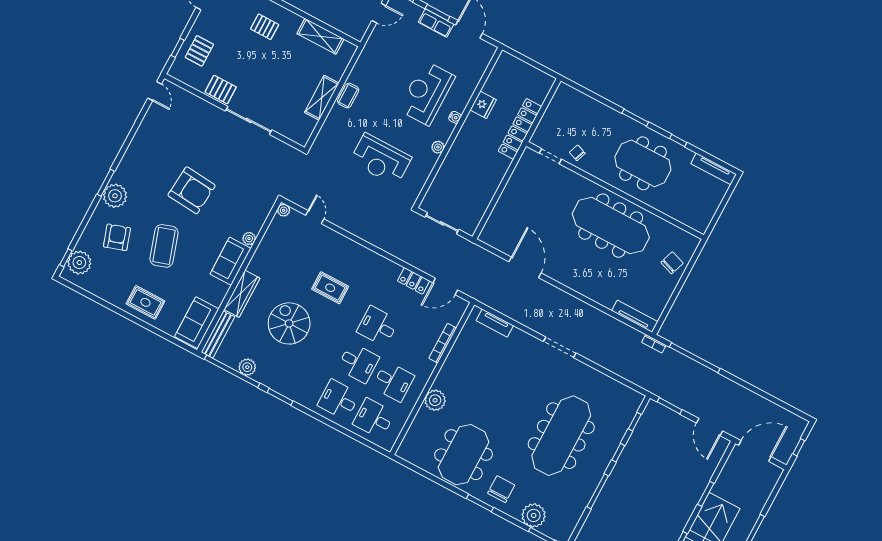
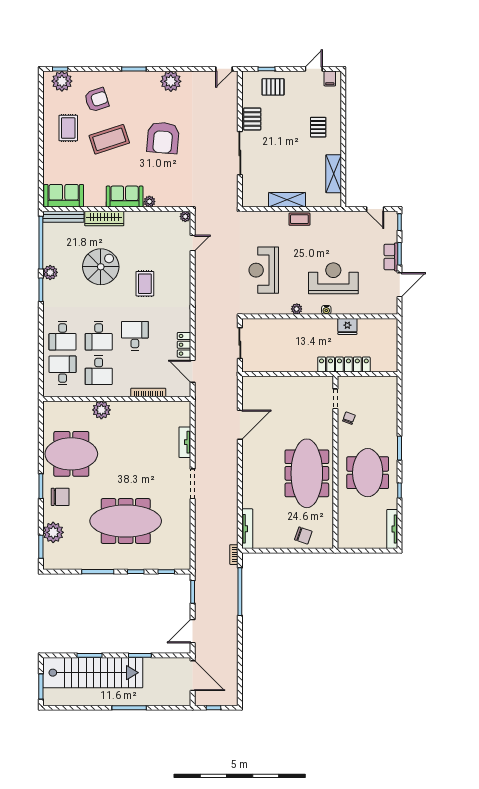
plant: (115, 196) -> (171, 81), moved
rug: (145, 302) -> (68, 128), moved
tv unit: (495, 323) -> (185, 442), moved
plant: (247, 367) -> (50, 272), moved
desk: (339, 400) -> (63, 336), turned 180

